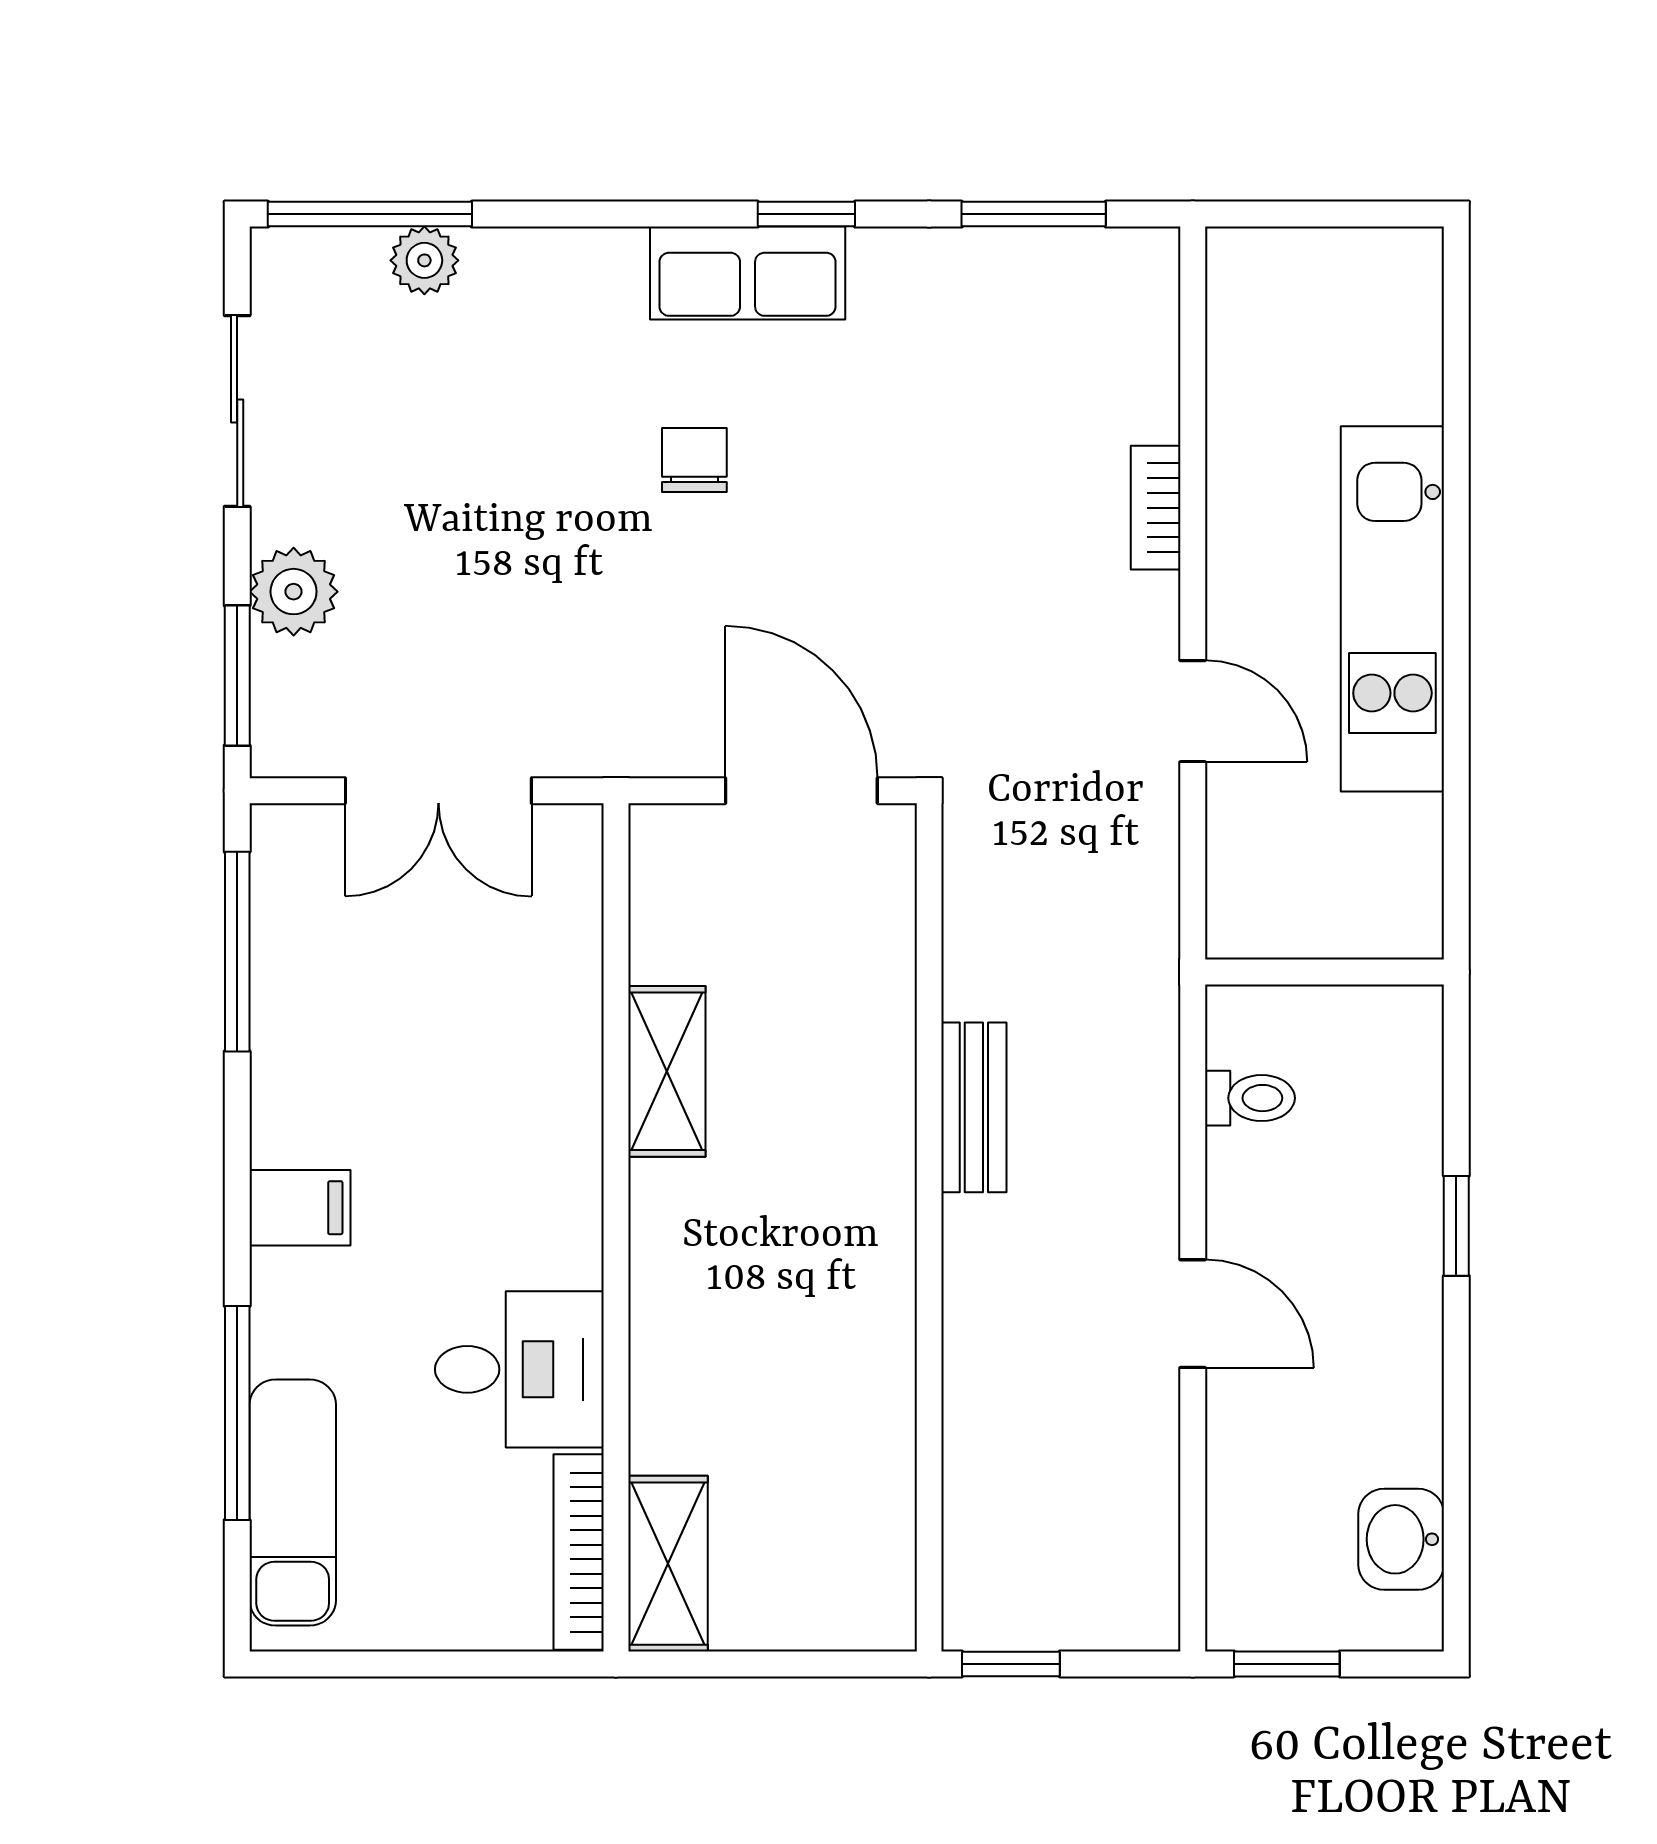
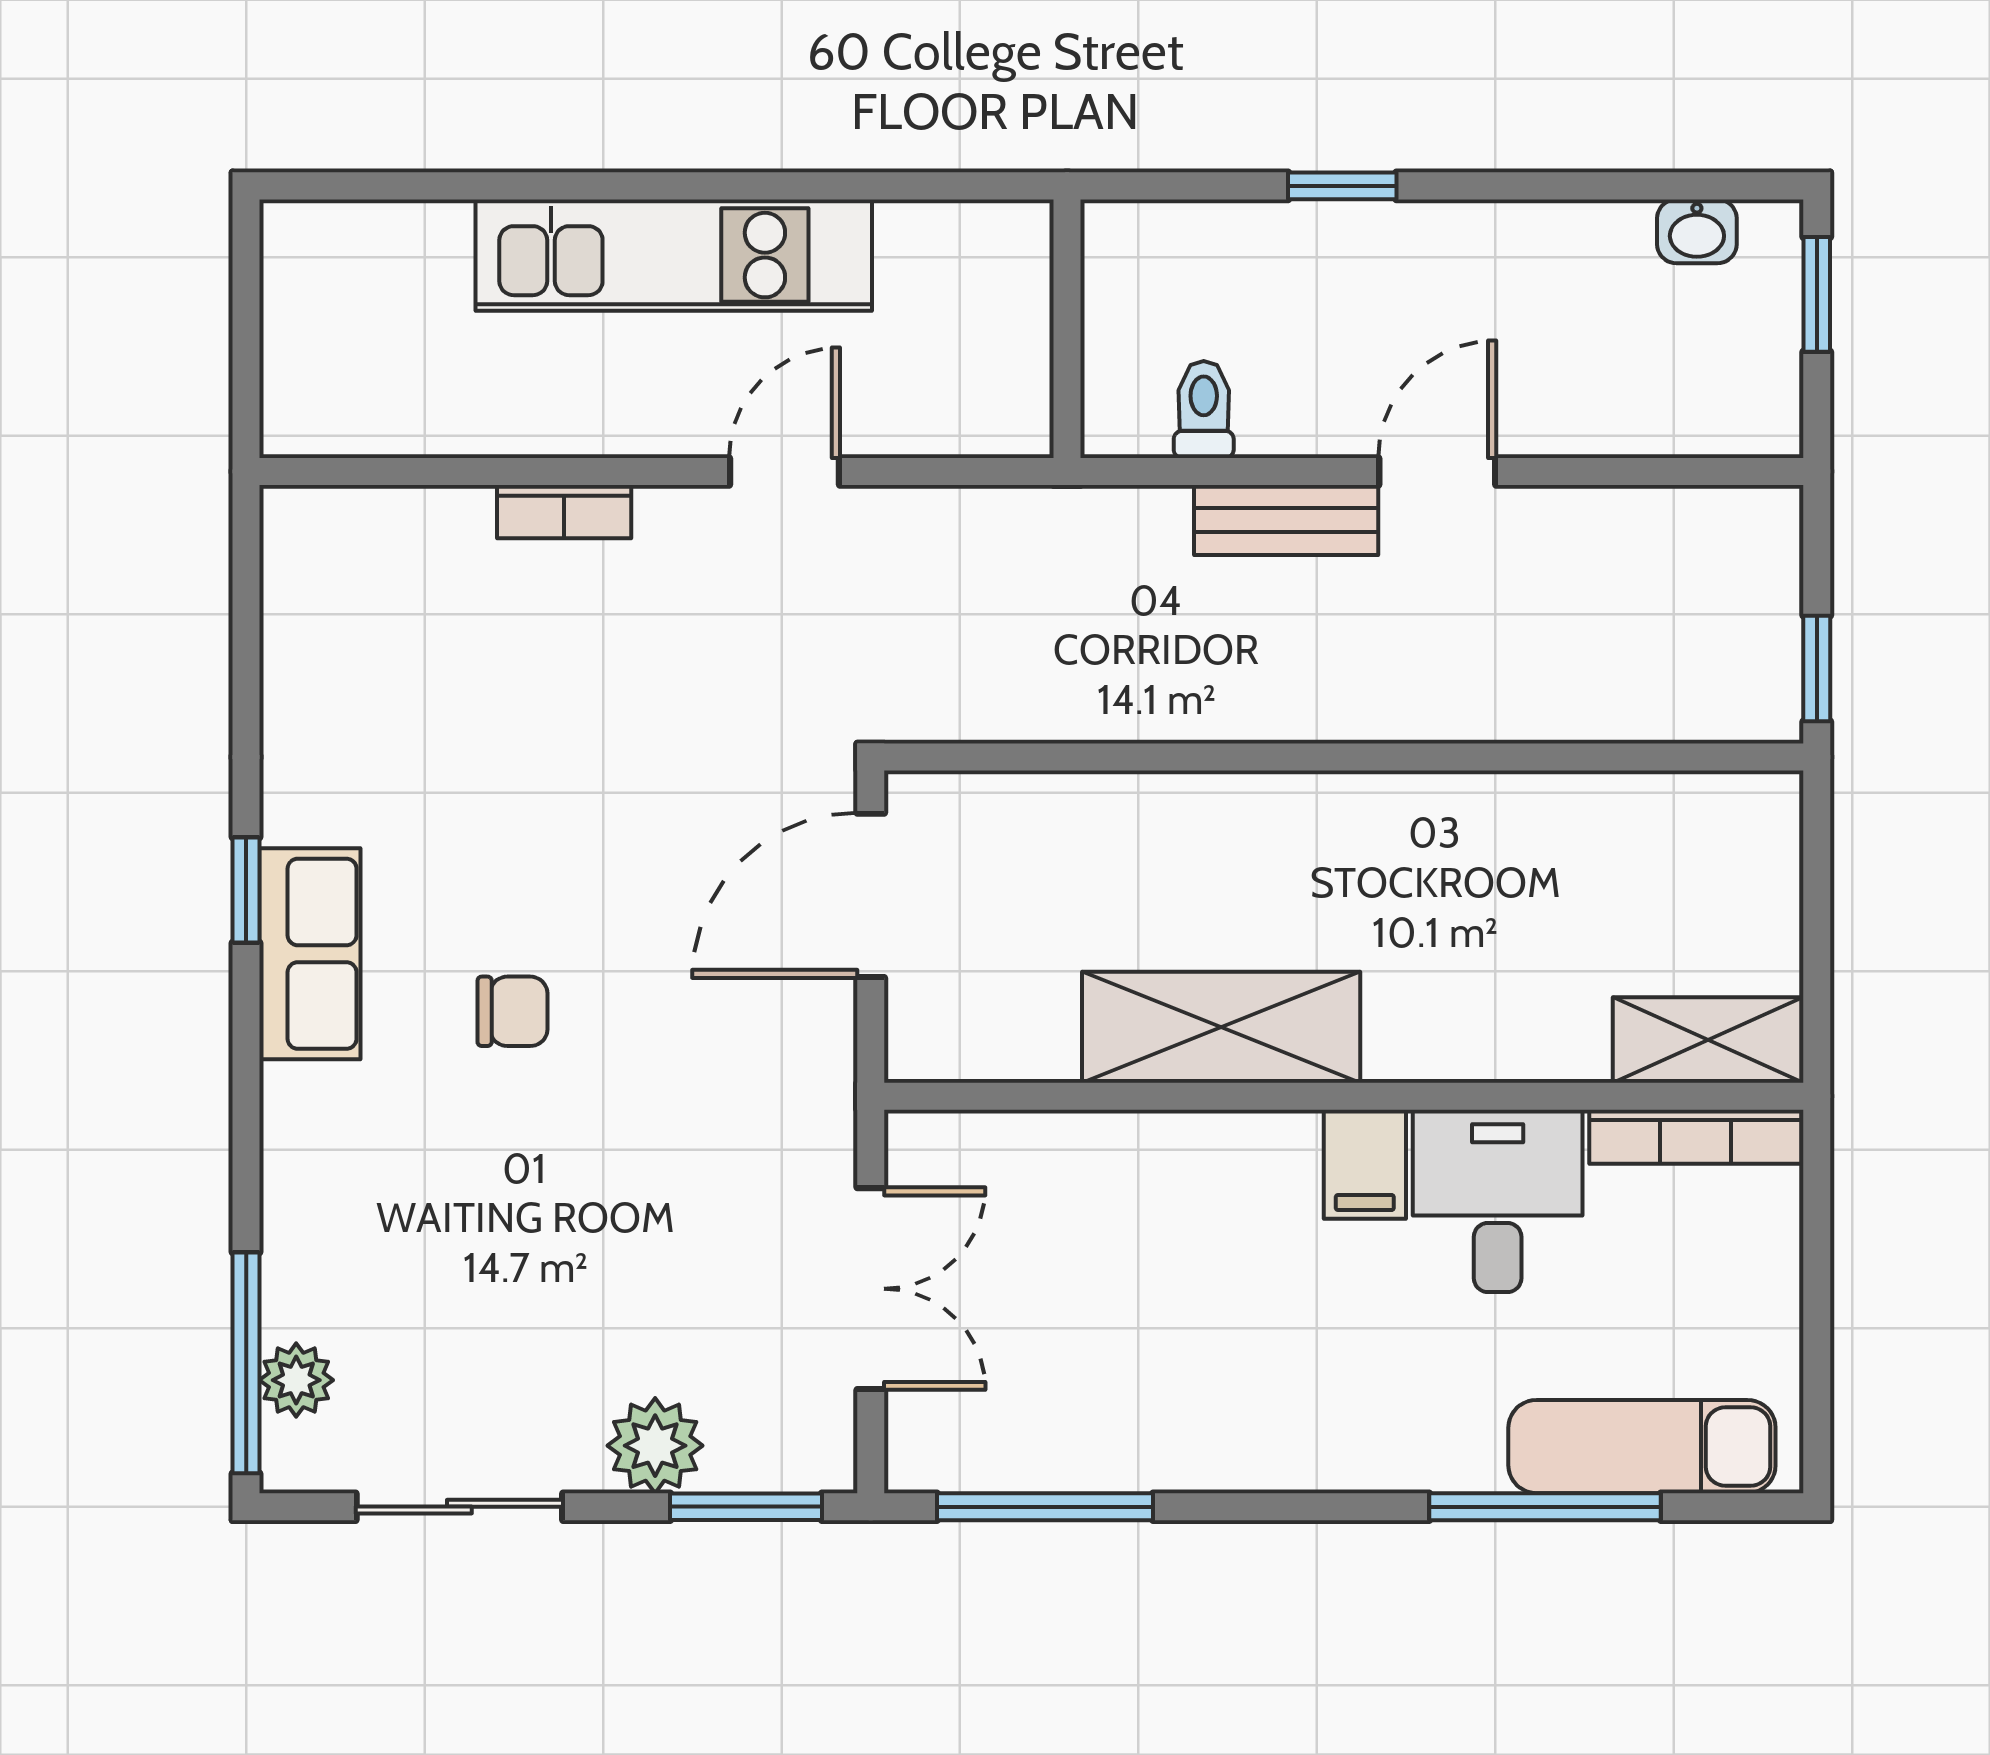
window: (1034, 214) -> (246, 644), removed
plant: (424, 260) -> (296, 1380), moved
chair: (694, 460) -> (512, 1011), turned 180
shelving: (667, 1071) -> (1221, 1027), width x1.50, depth x1.33
bench: (974, 1107) -> (1286, 520), moved
filing cabinet: (300, 1208) -> (1365, 1164), moved, turned 180
washbasin: (1401, 1539) -> (1697, 231), width x0.72, depth x0.69
window: (1287, 1664) -> (1817, 294), moved

